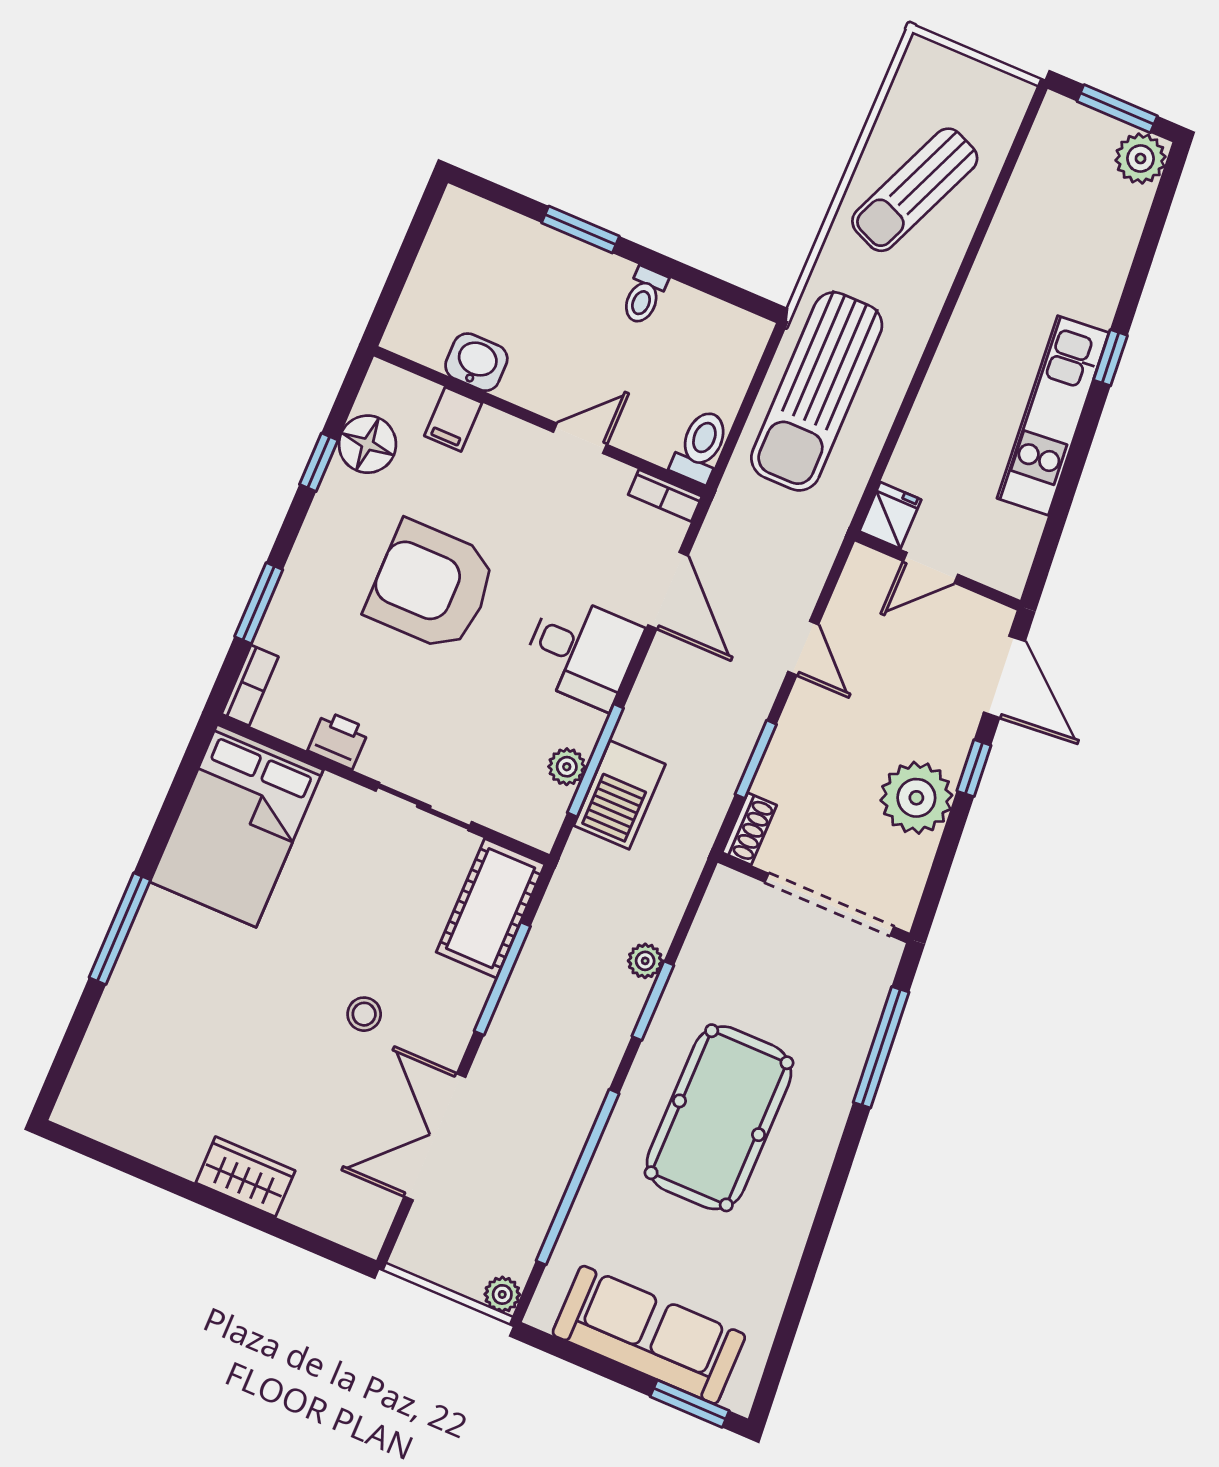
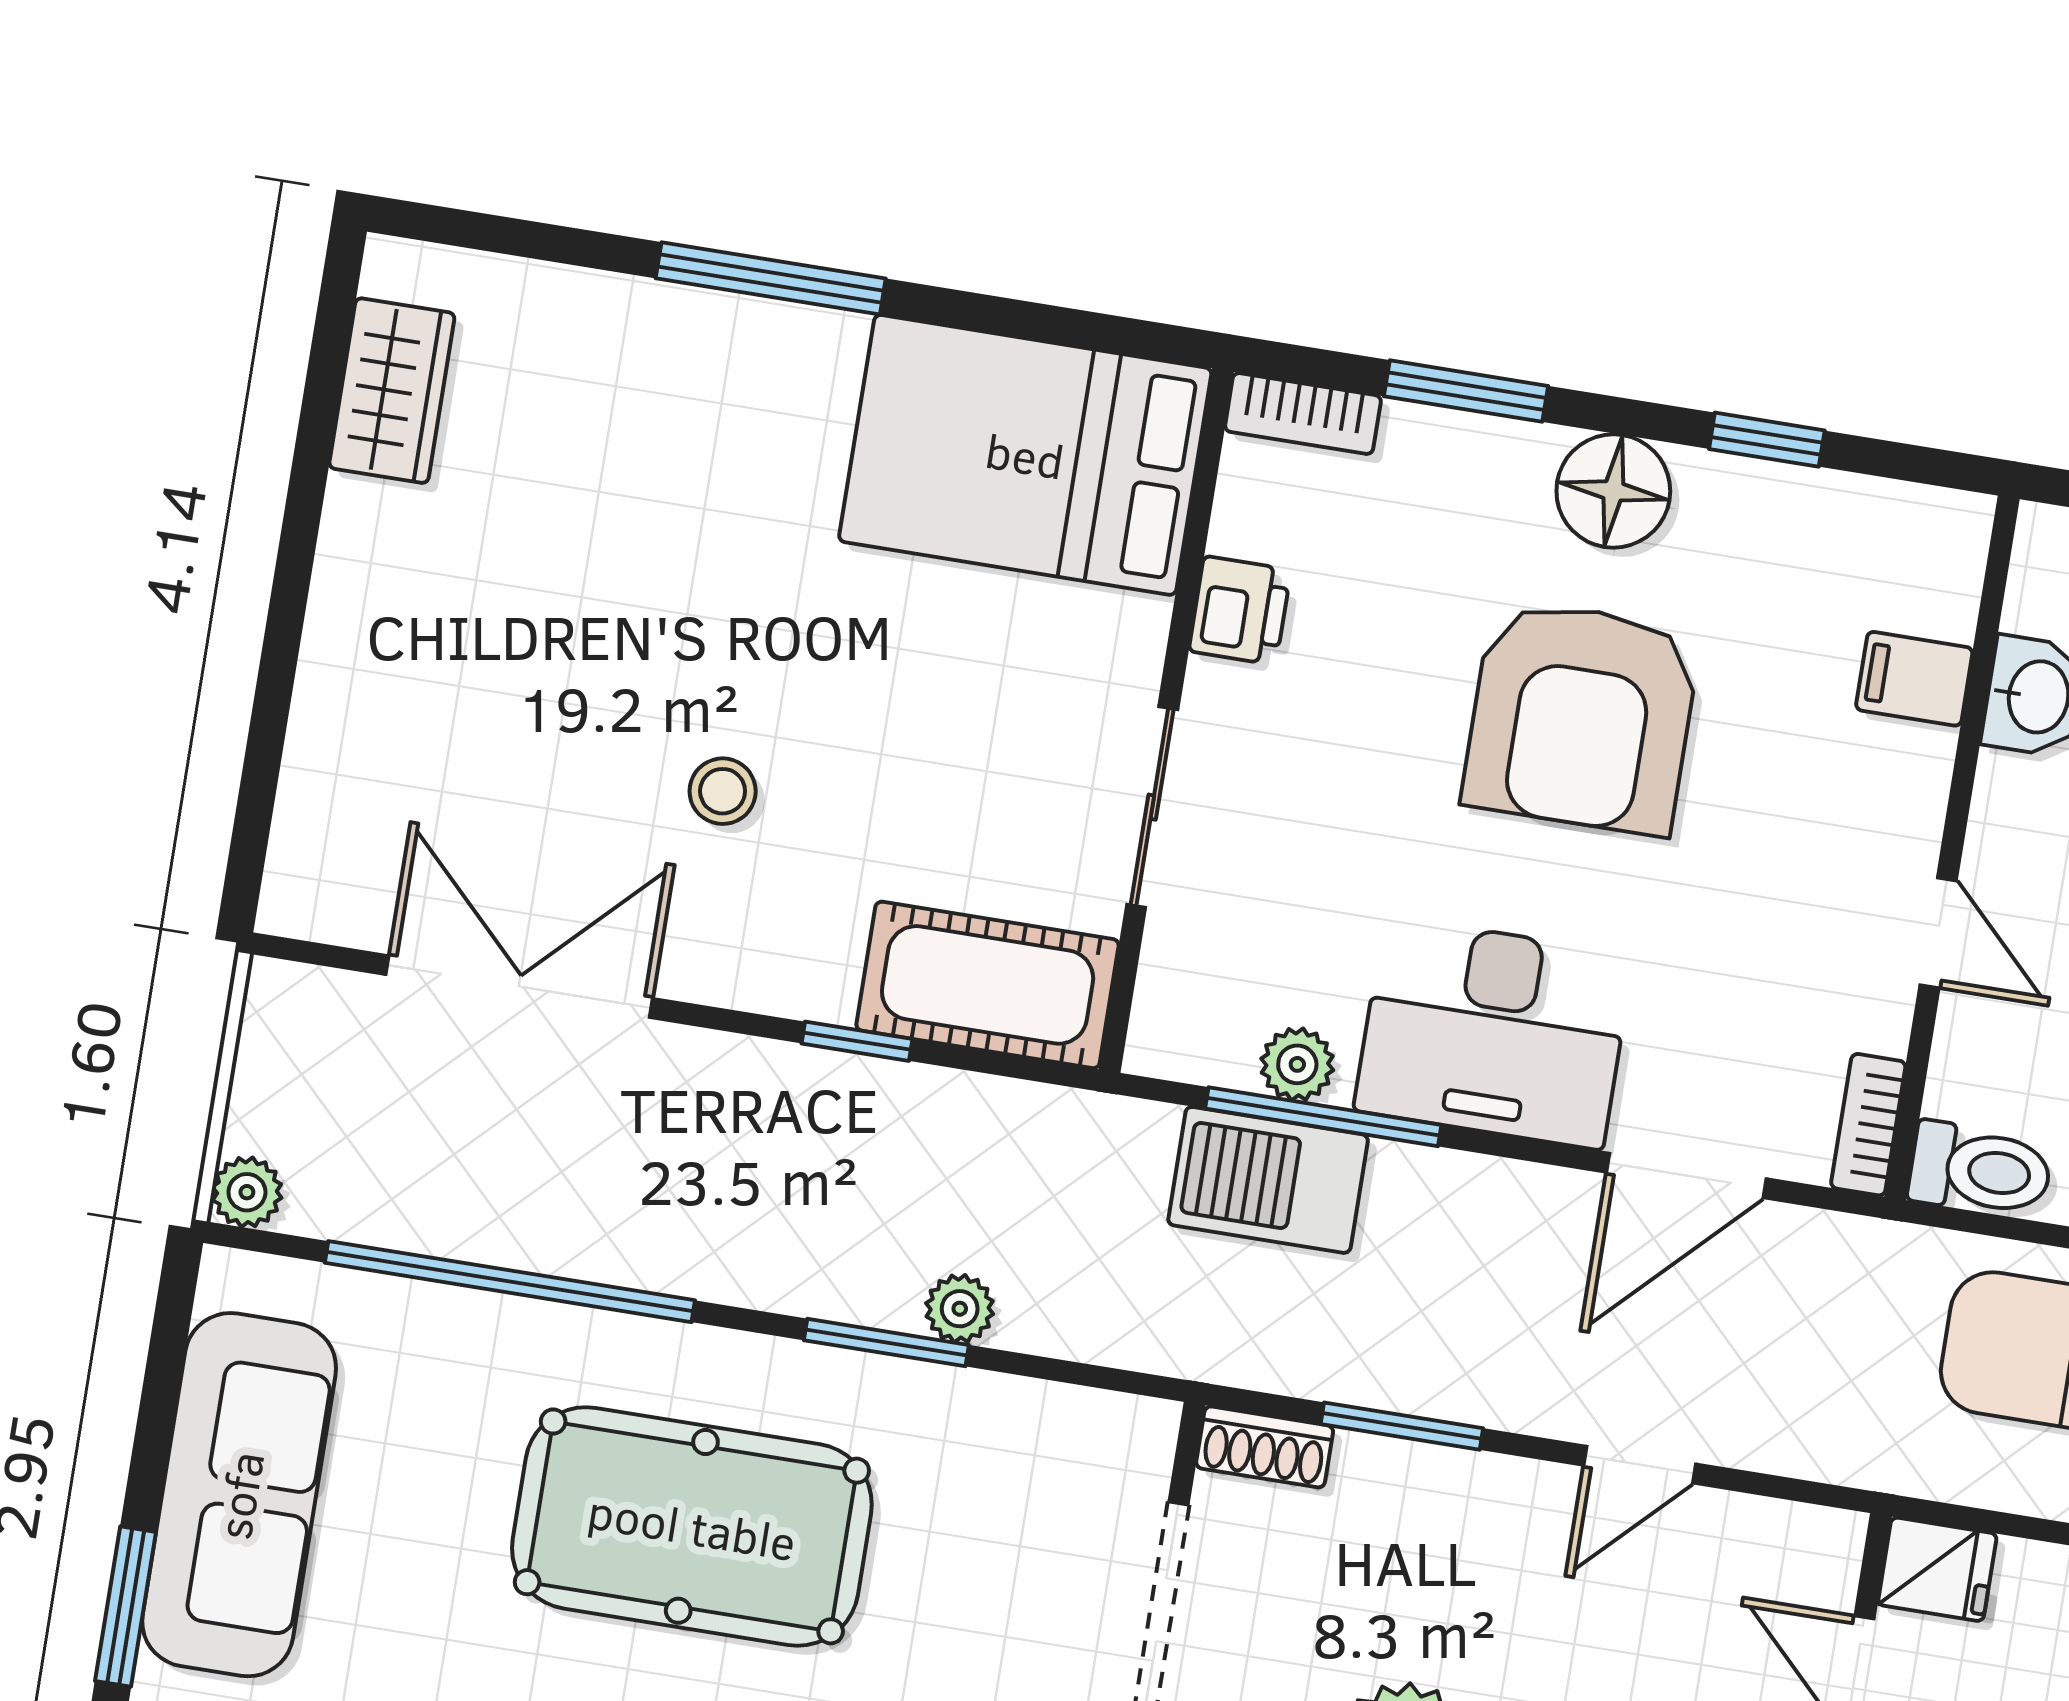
floor lamp: (367, 444) -> (1613, 491), moved
armchair: (431, 586) -> (1581, 717), turned 180
desk: (582, 651) -> (1494, 1032), width x1.37
window: (502, 979) -> (857, 1041), width x0.46
wardrobe: (245, 1177) -> (392, 391), moved

